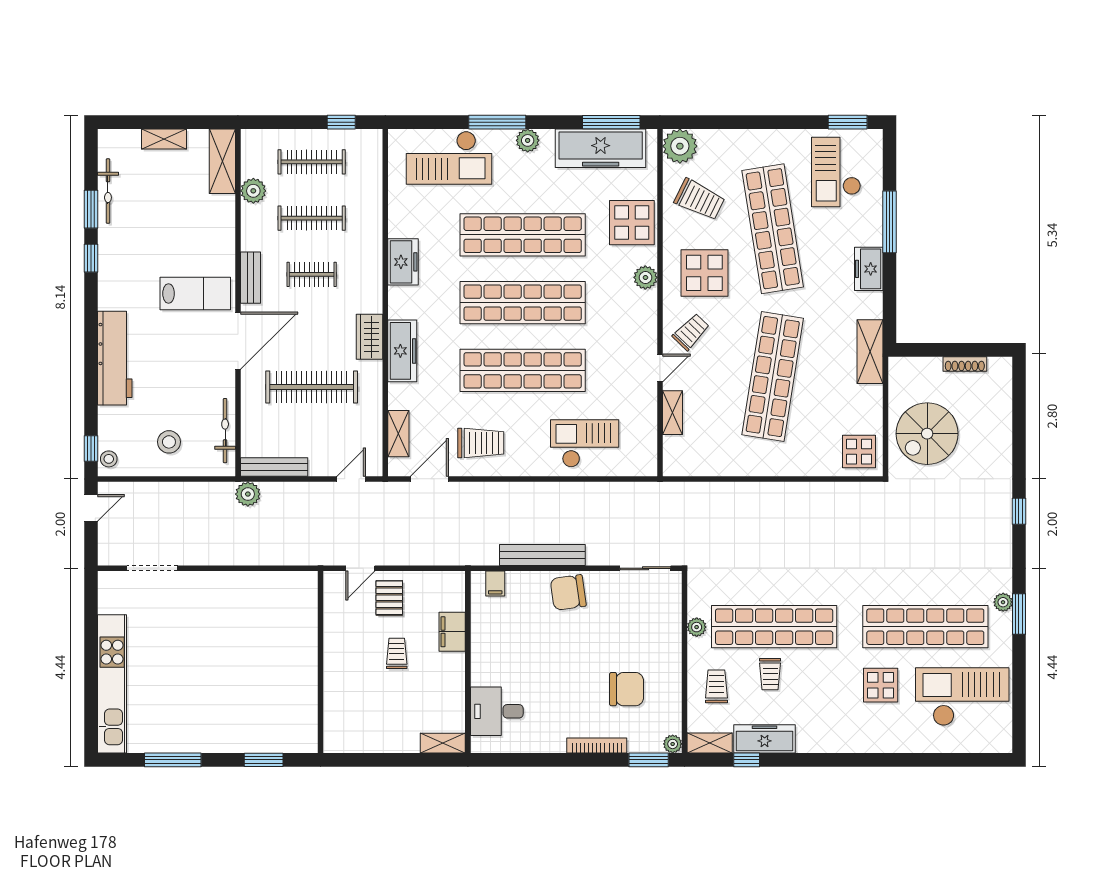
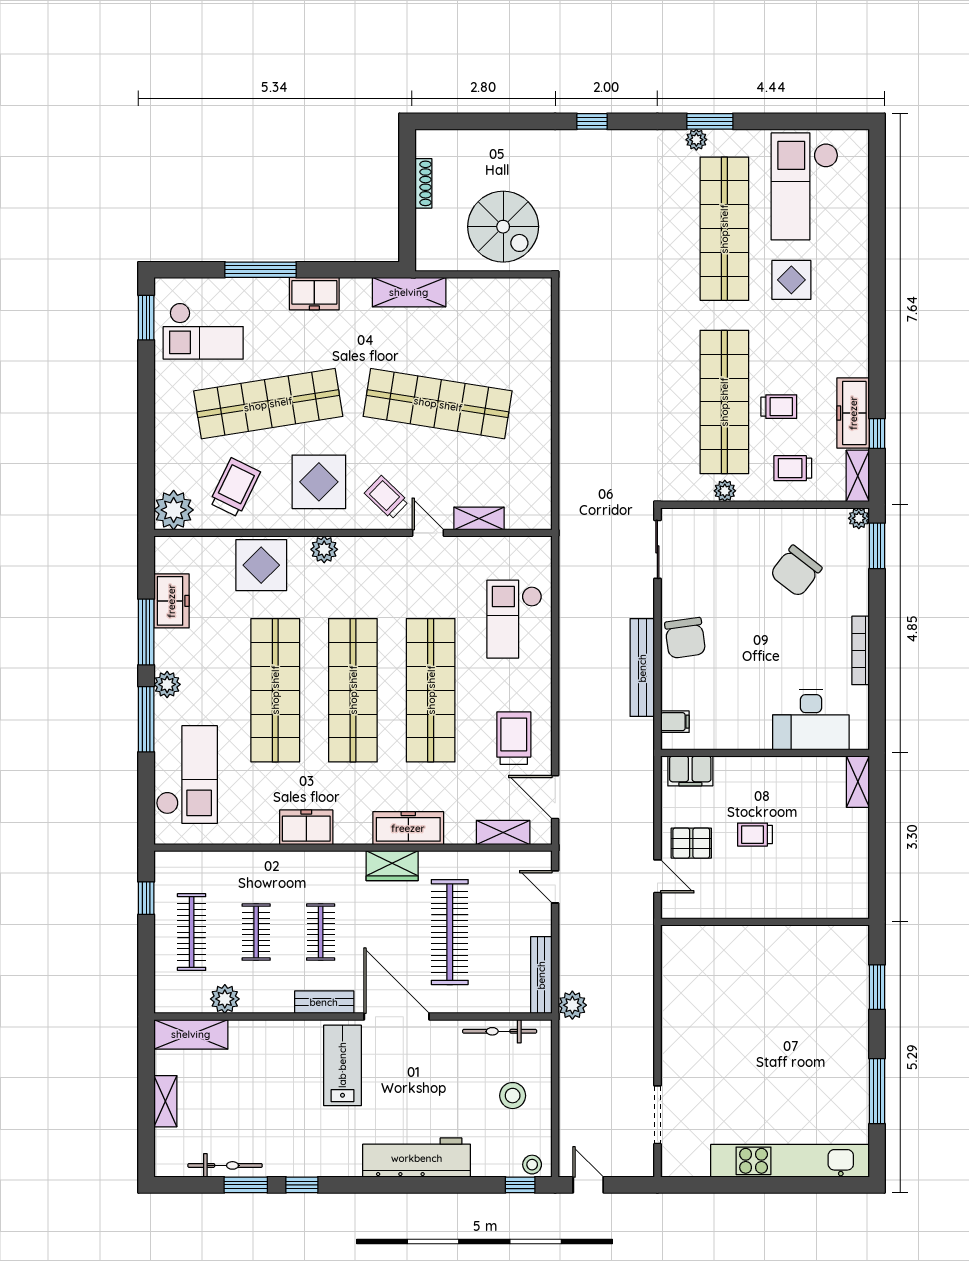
window: (611, 122) -> (146, 632), moved
freezer: (601, 148) -> (171, 601), width x0.52, depth x0.79
clothes rail: (312, 218) -> (256, 932), width x0.73
display table: (859, 452) -> (524, 305), removed
filing cabinet: (452, 632) -> (690, 771), moved
chair: (627, 689) -> (796, 571), turned -142
desk: (497, 711) -> (811, 720), width x1.37
bookcase: (597, 746) -> (861, 650), moved

